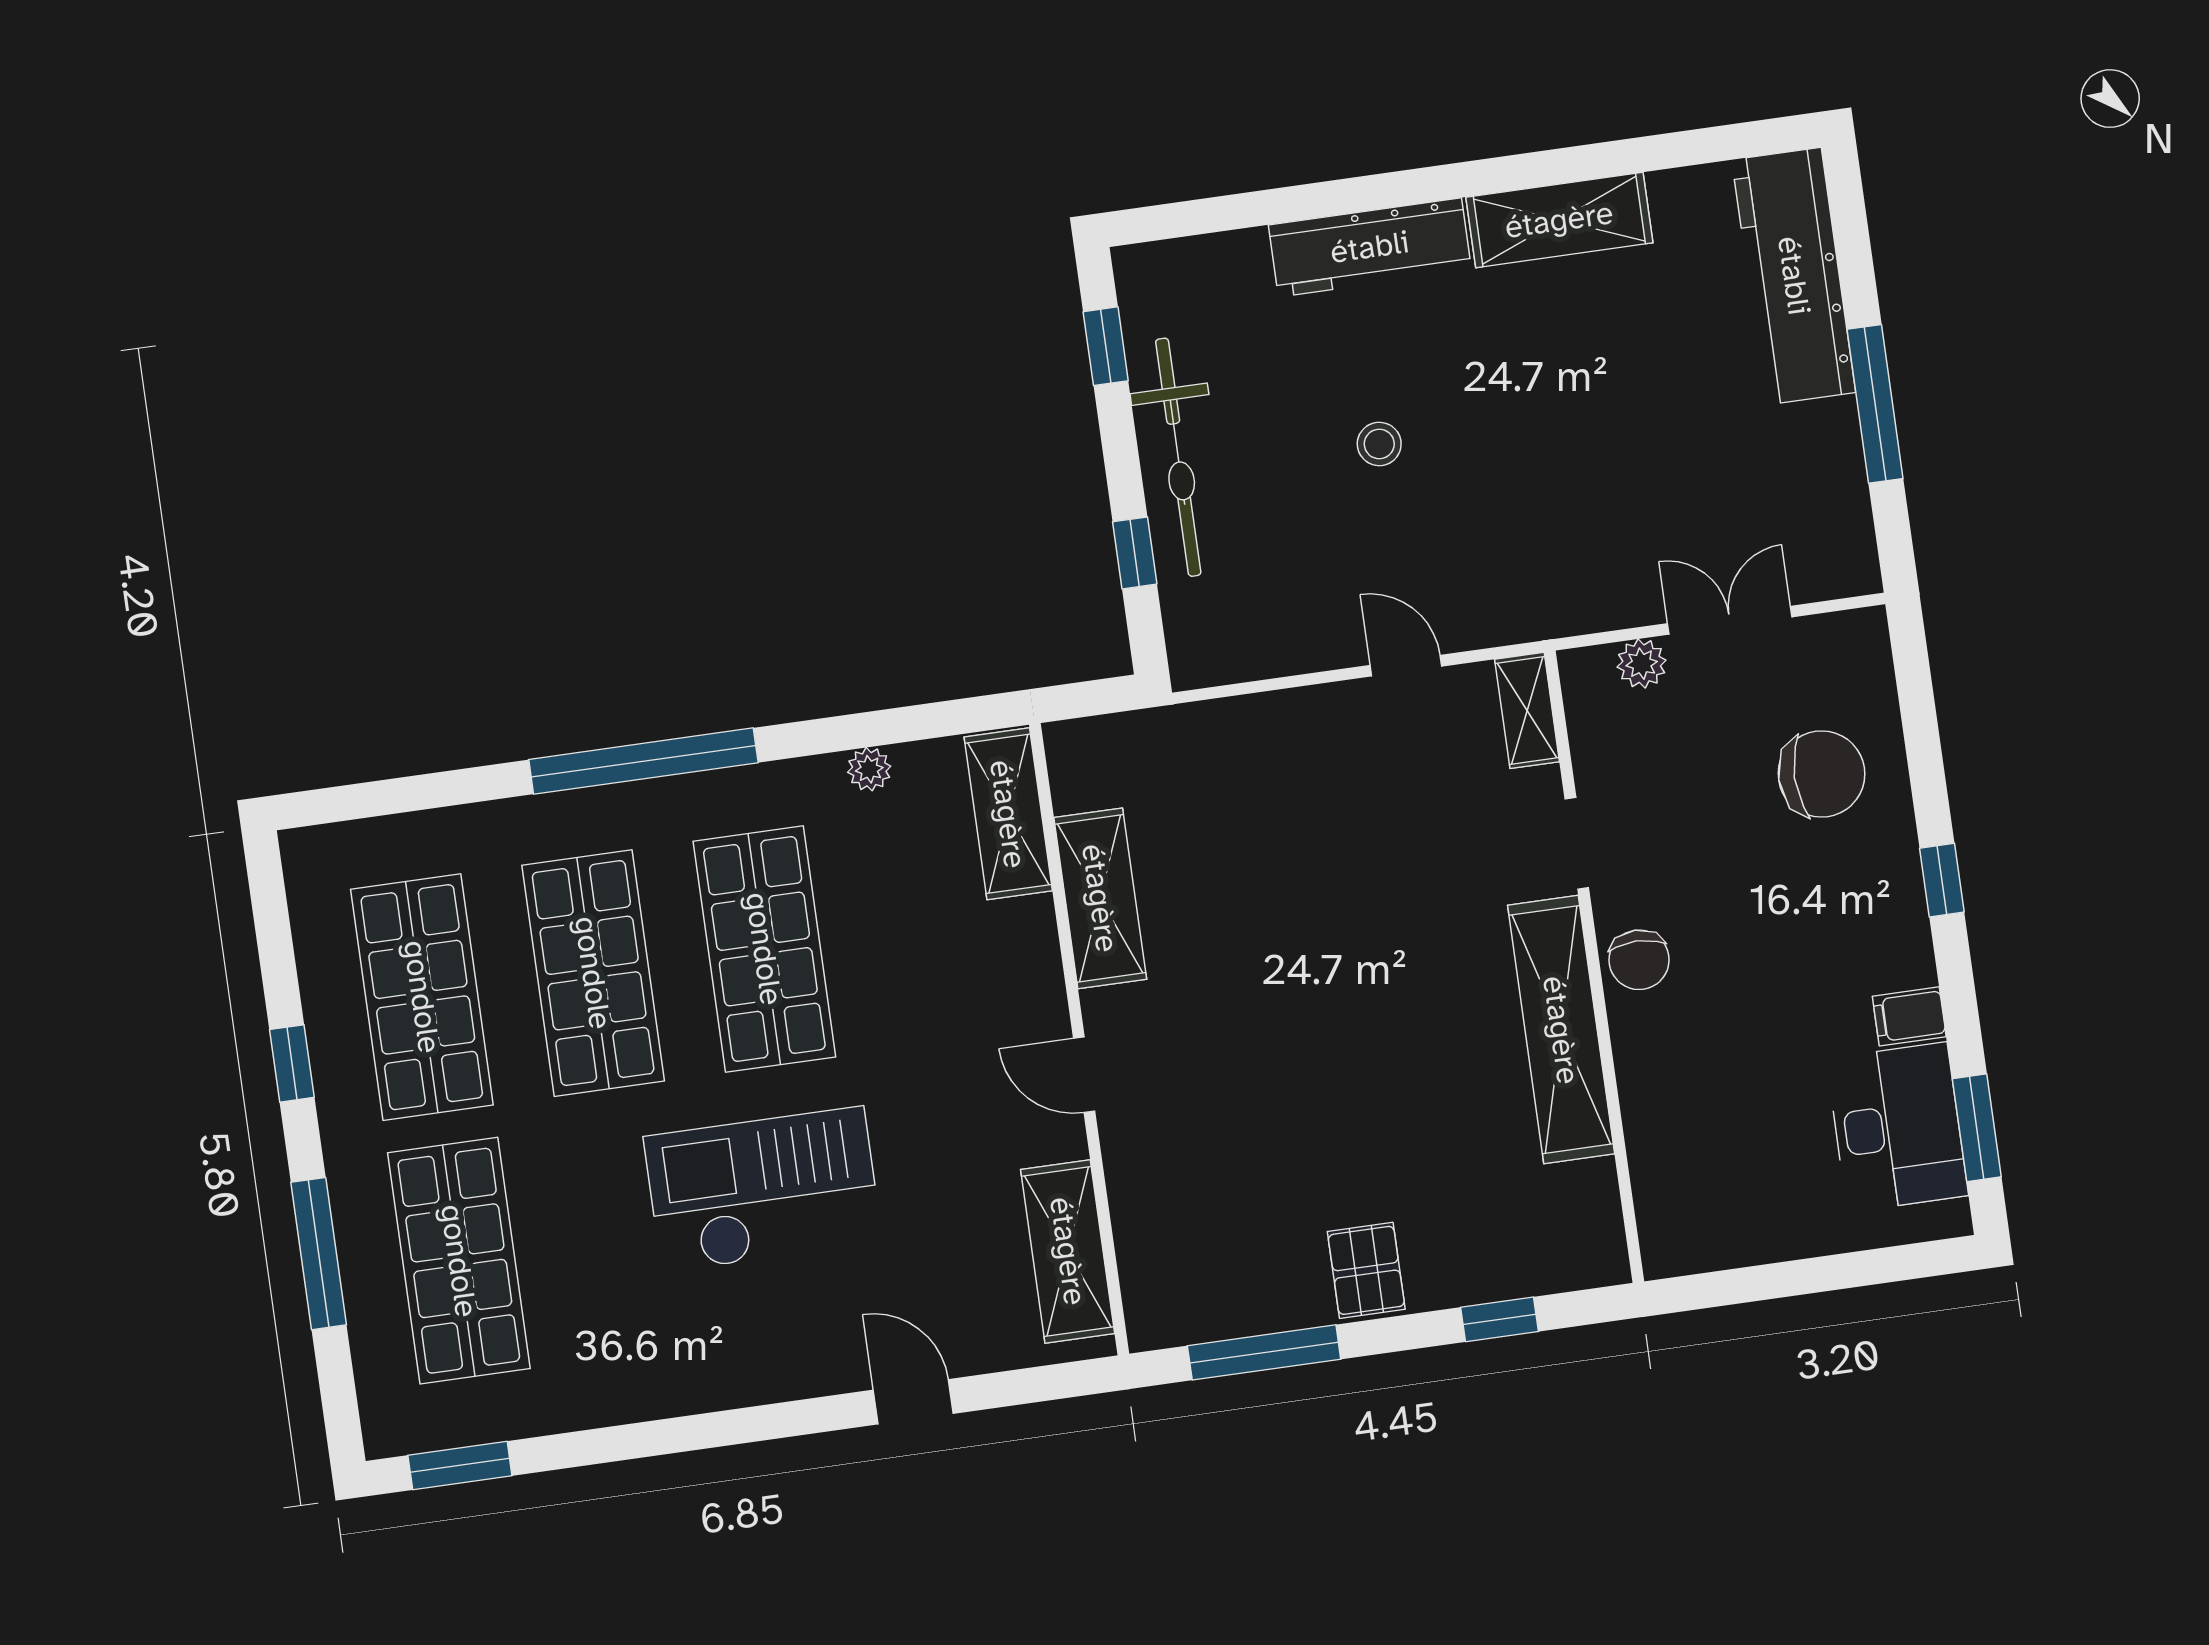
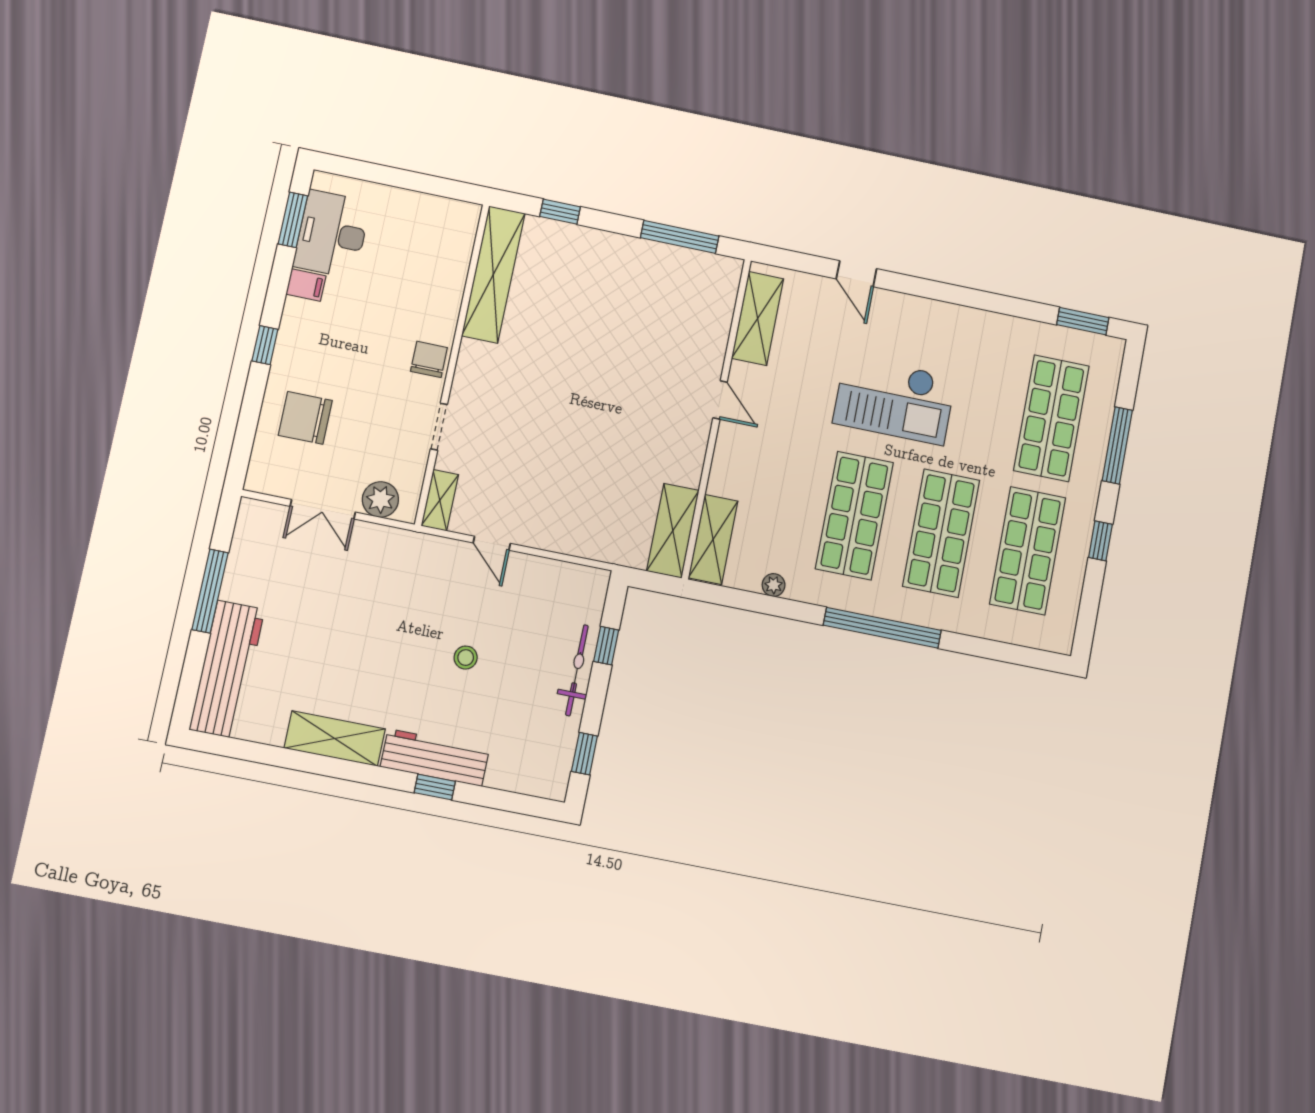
window: (1351, 195) -> (435, 787), added
bicycle: (1178, 457) -> (577, 670), width x0.73, depth x0.71
plant: (1642, 664) -> (380, 499), width x1.38, depth x1.38
shelving: (1100, 898) -> (673, 531), moved
shelving: (1561, 1030) -> (493, 274), moved
pallet: (1366, 1270) -> (616, 258), removed

